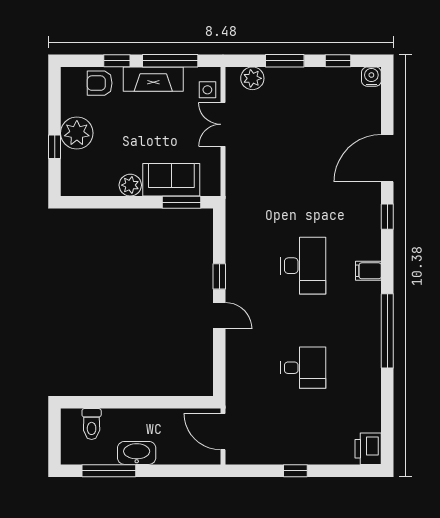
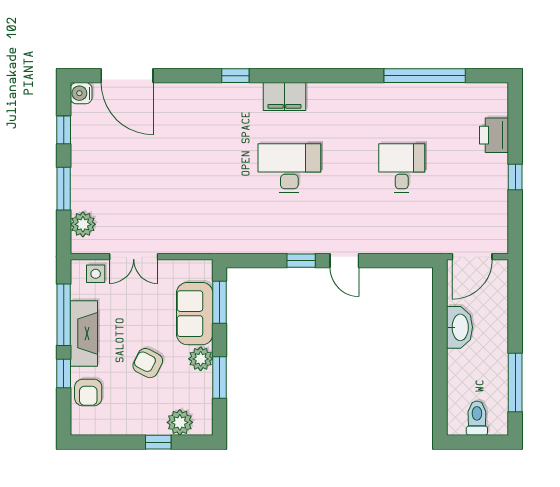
plant: (77, 133) -> (180, 422), moved, width x0.73, depth x0.73
armchair: (126, 137) -> (148, 363), added
door: (387, 158) -> (127, 76), moved
window: (113, 202) -> (219, 377), added
filing cabinet: (368, 271) -> (284, 96), width x2.00
door: (219, 316) -> (344, 261), swing flipped
window: (387, 331) -> (425, 76), moved
toilet: (92, 424) -> (477, 418), moved, turned -90
printer: (368, 449) -> (494, 135), moved, turned 90
washbasin: (137, 453) -> (459, 327), moved, turned 180

